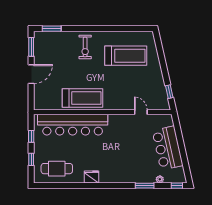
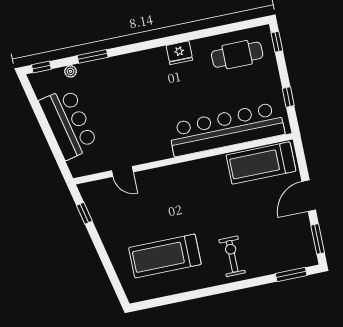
treadmill: (82, 98) -> (261, 163), moved
window: (31, 159) -> (277, 42), moved

